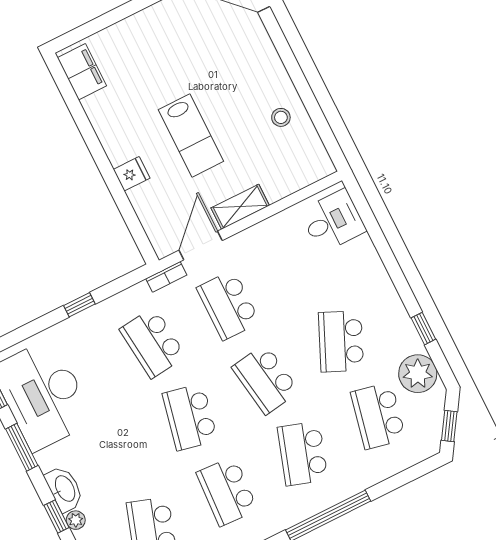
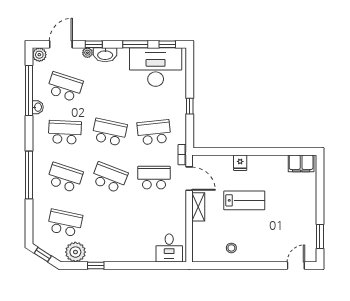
lab bench: (191, 135) -> (244, 200), turned 180
school desk: (341, 341) -> (109, 223), removed
school desk: (265, 379) -> (109, 178), turned 30

